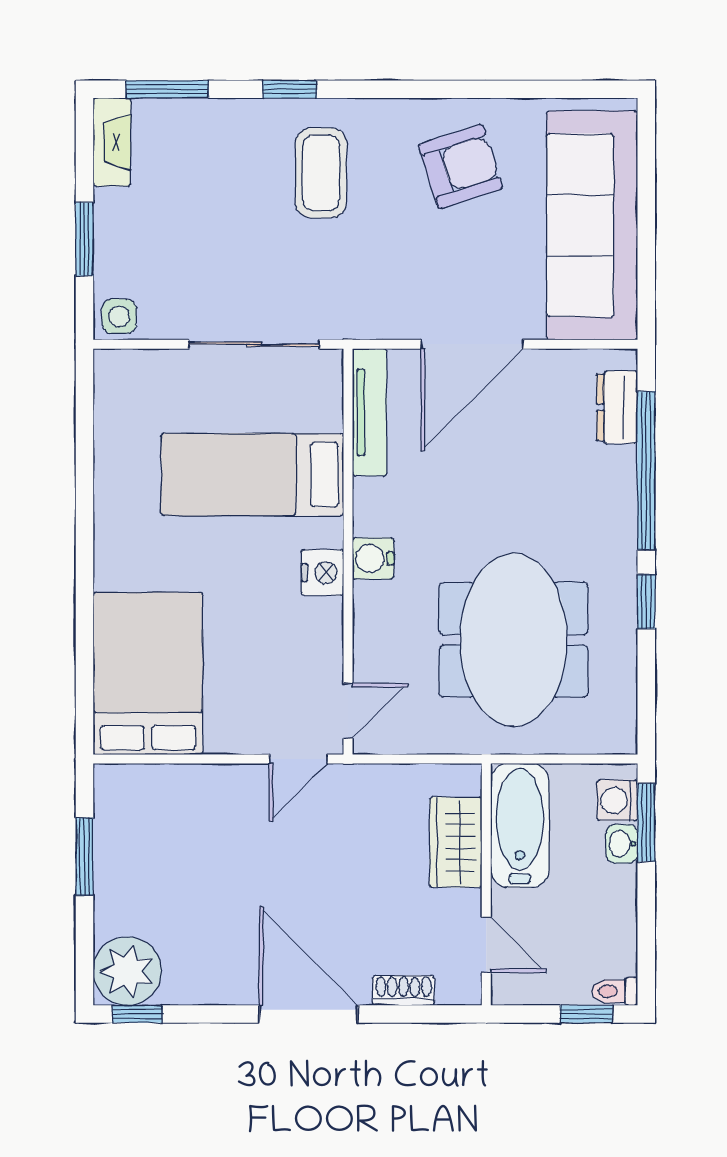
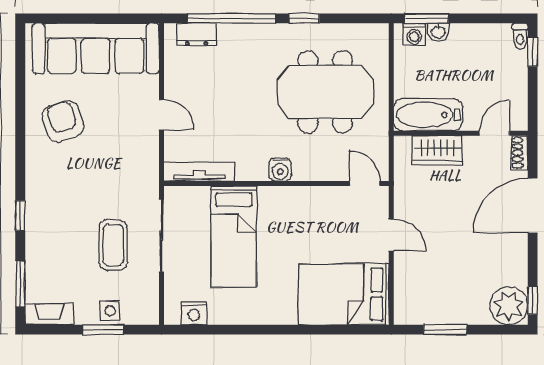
coffee table: (321, 173) -> (113, 245), moved, turned 90
side table: (119, 316) -> (110, 311), moved
door: (472, 344) -> (162, 115), width x0.53
nightstand: (323, 573) -> (194, 313), moved, turned 180
door: (298, 759) -> (391, 235), moved
bathtub: (520, 825) -> (428, 115), moved
wardrobe: (456, 842) -> (437, 150), moved
wall: (486, 884) -> (461, 133), moved
door: (486, 945) -> (494, 133), moved

